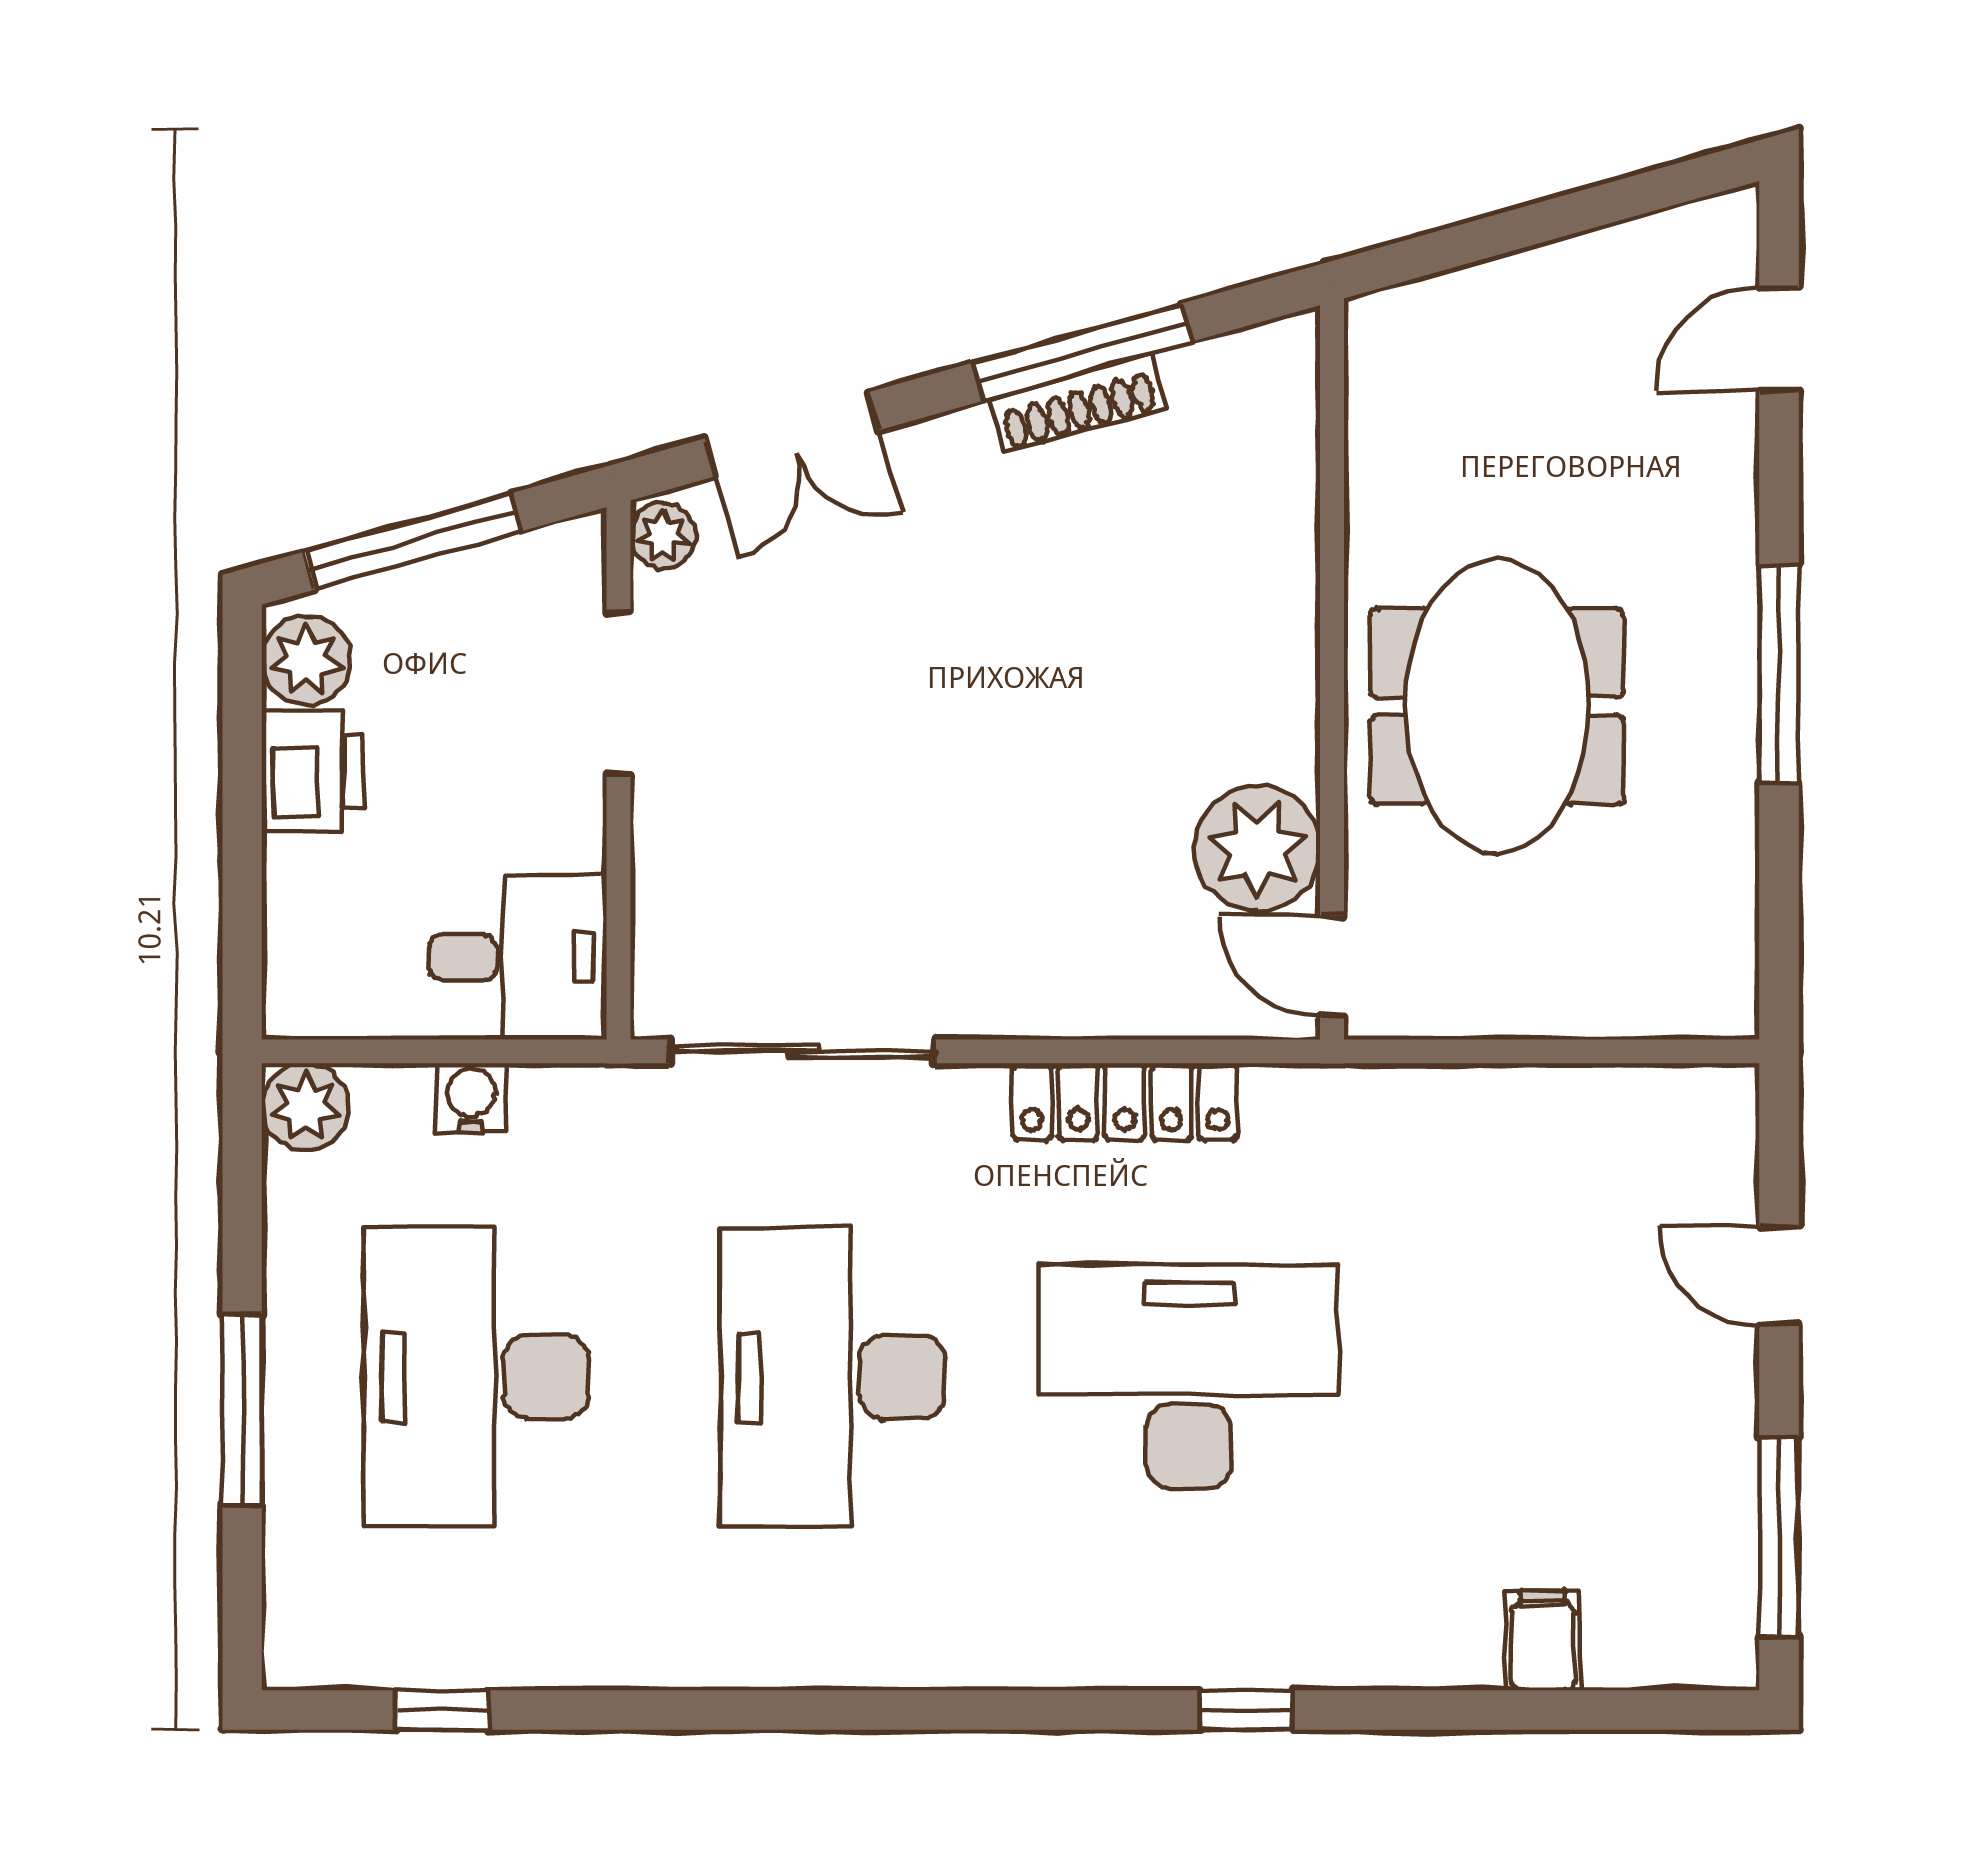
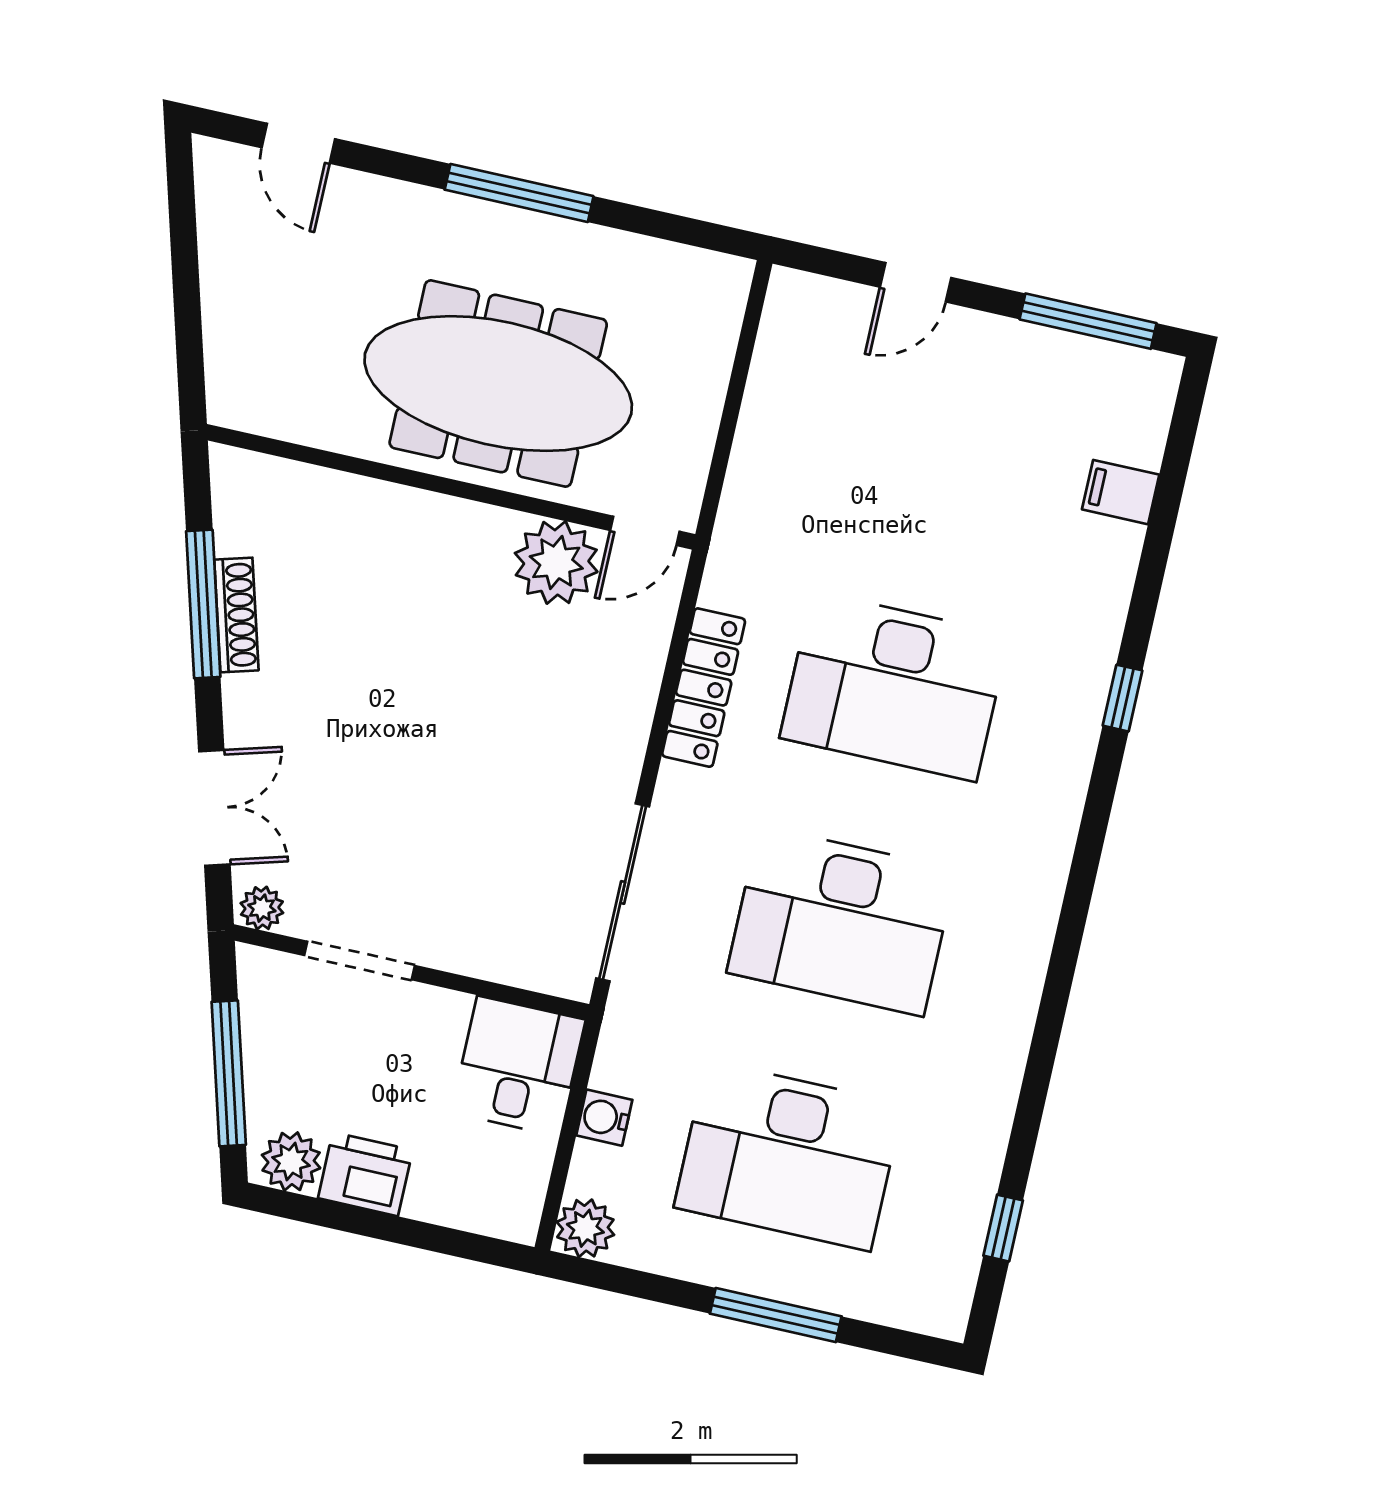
meeting table: (1497, 706) -> (498, 384), width x1.36
desk: (1189, 1377) -> (894, 686), turned -90

